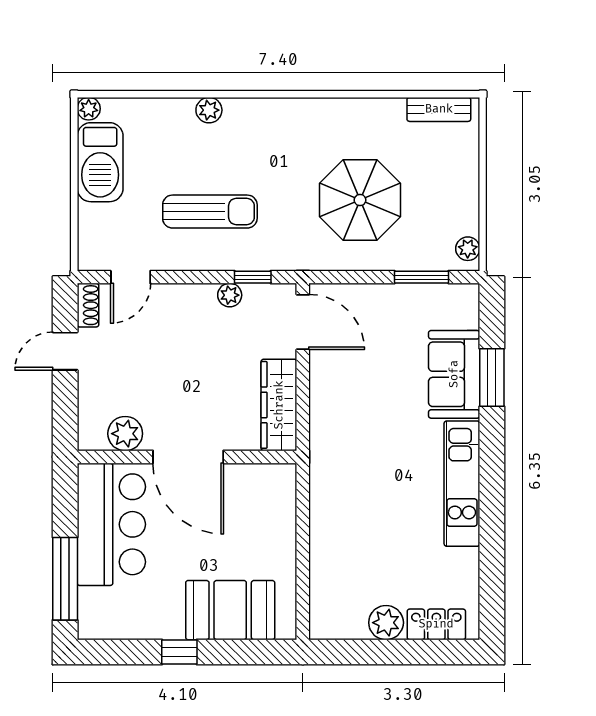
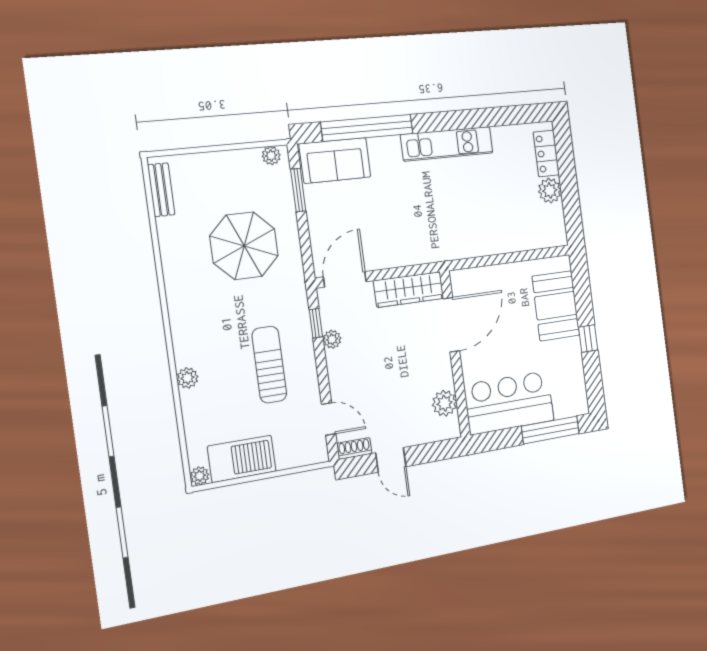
sofa: (454, 374) -> (335, 160), moved
window: (492, 378) -> (367, 128), width x2.11
door: (188, 457) -> (451, 325), moved

